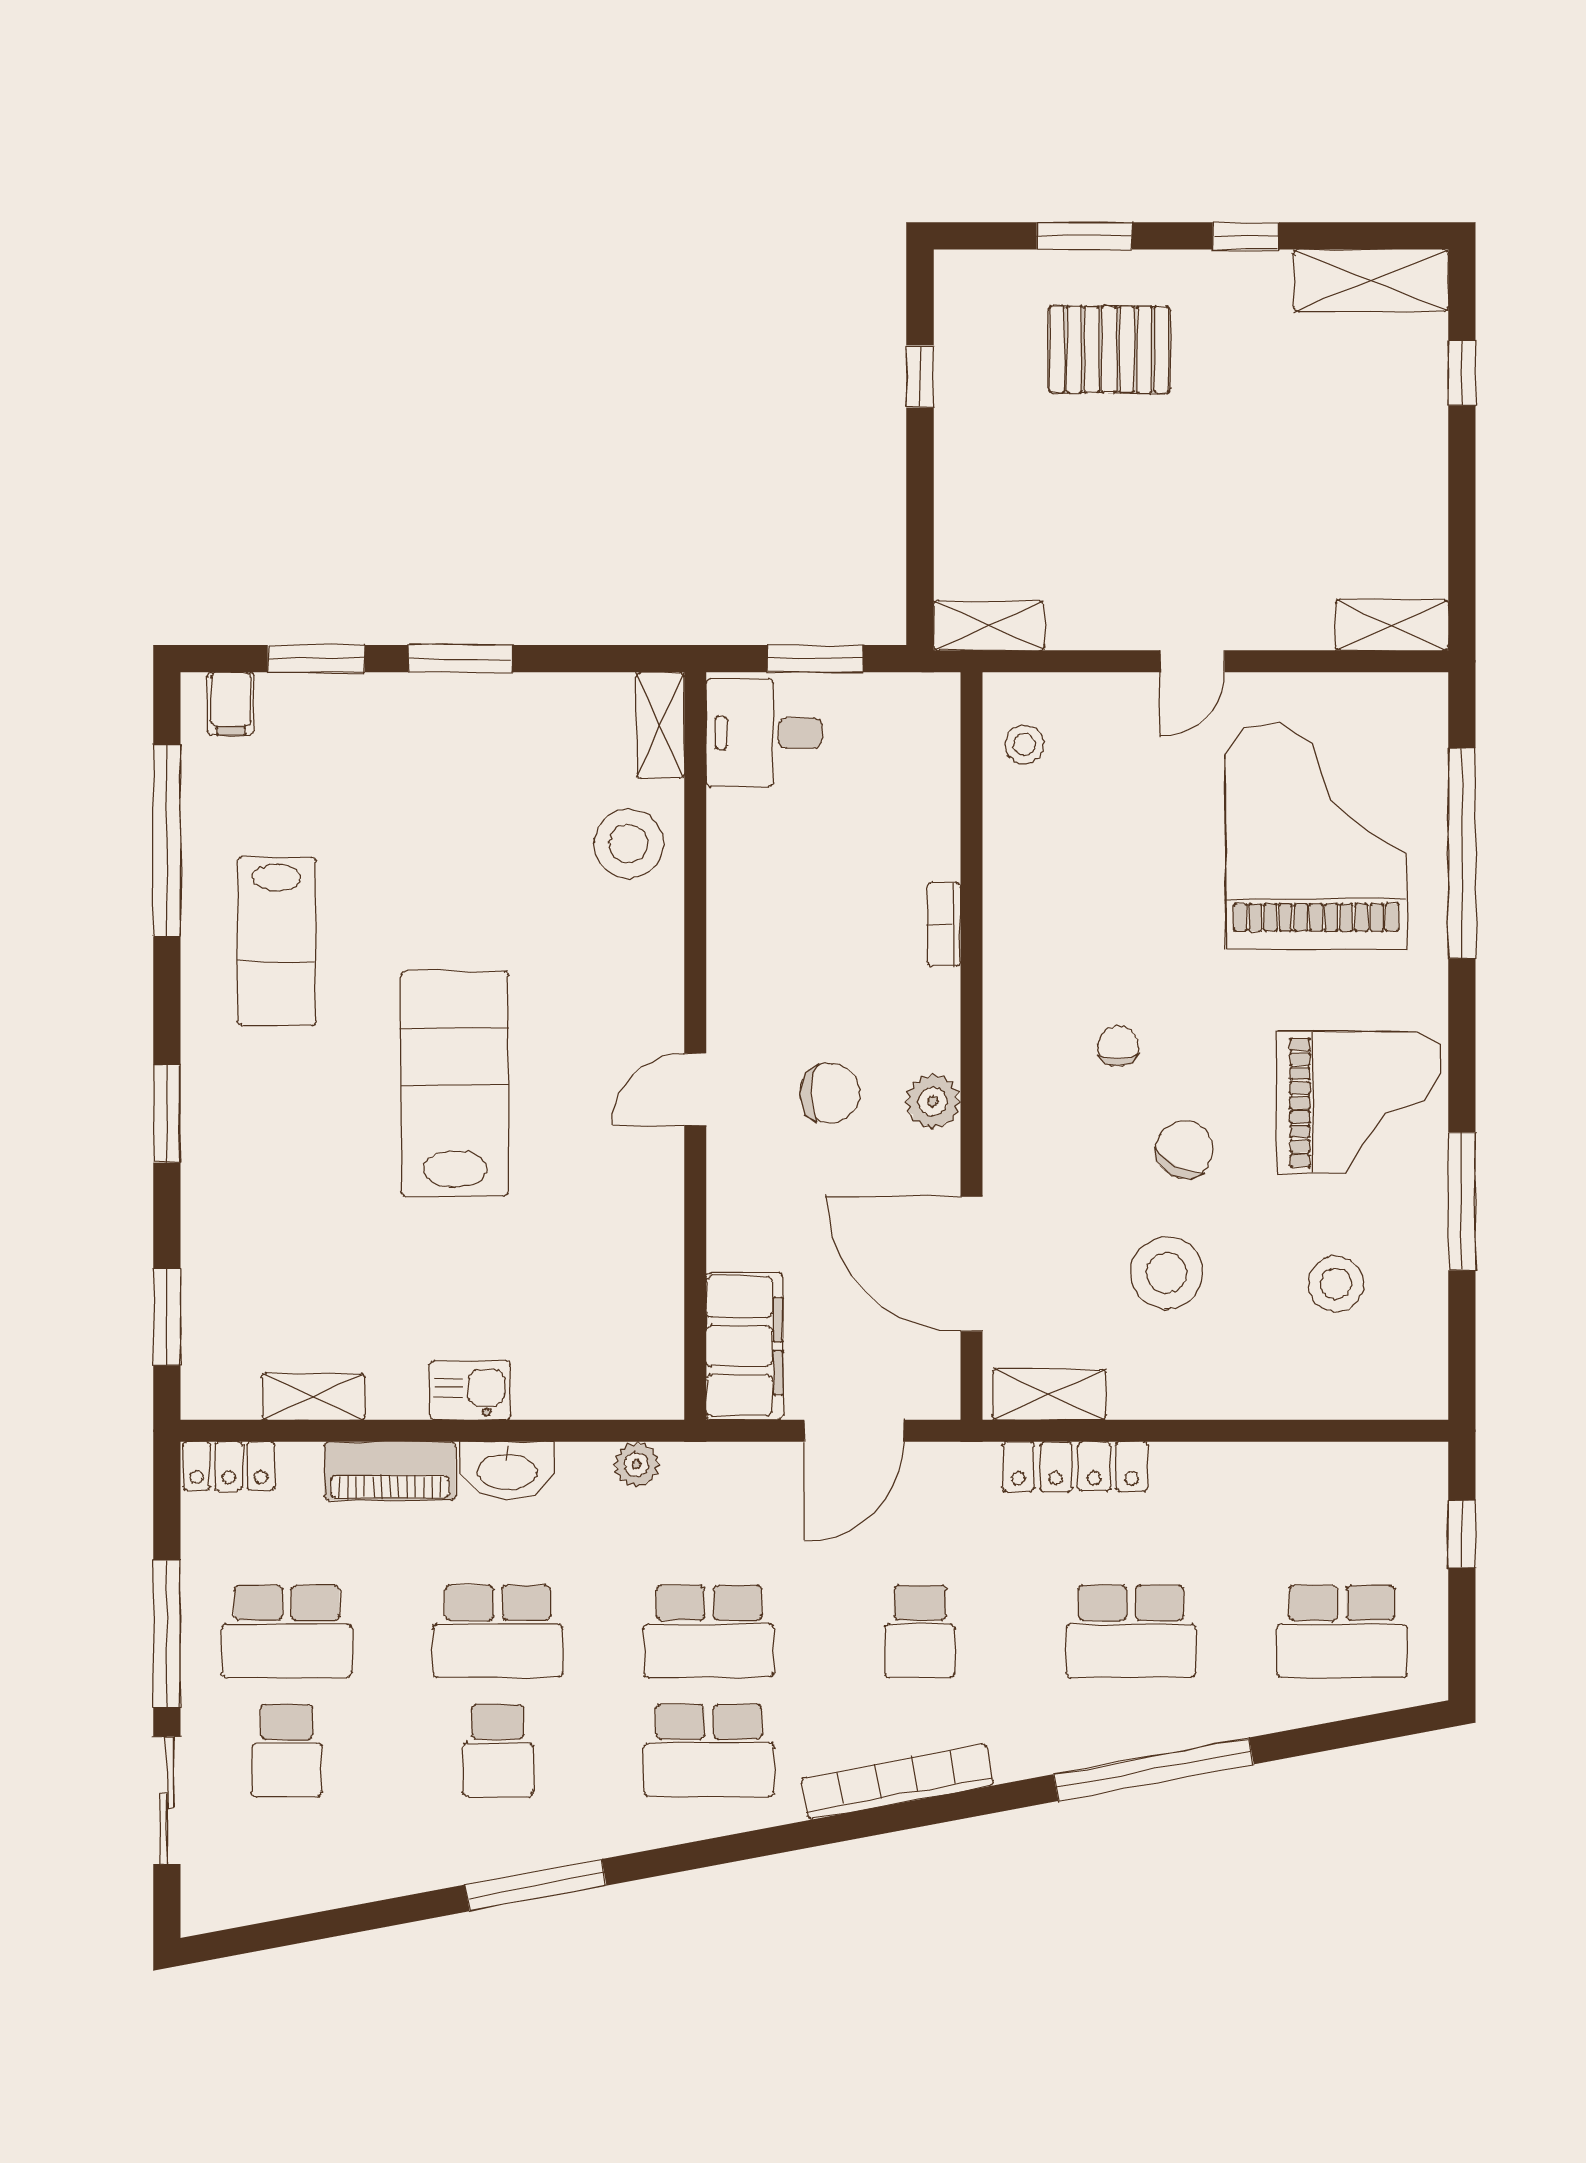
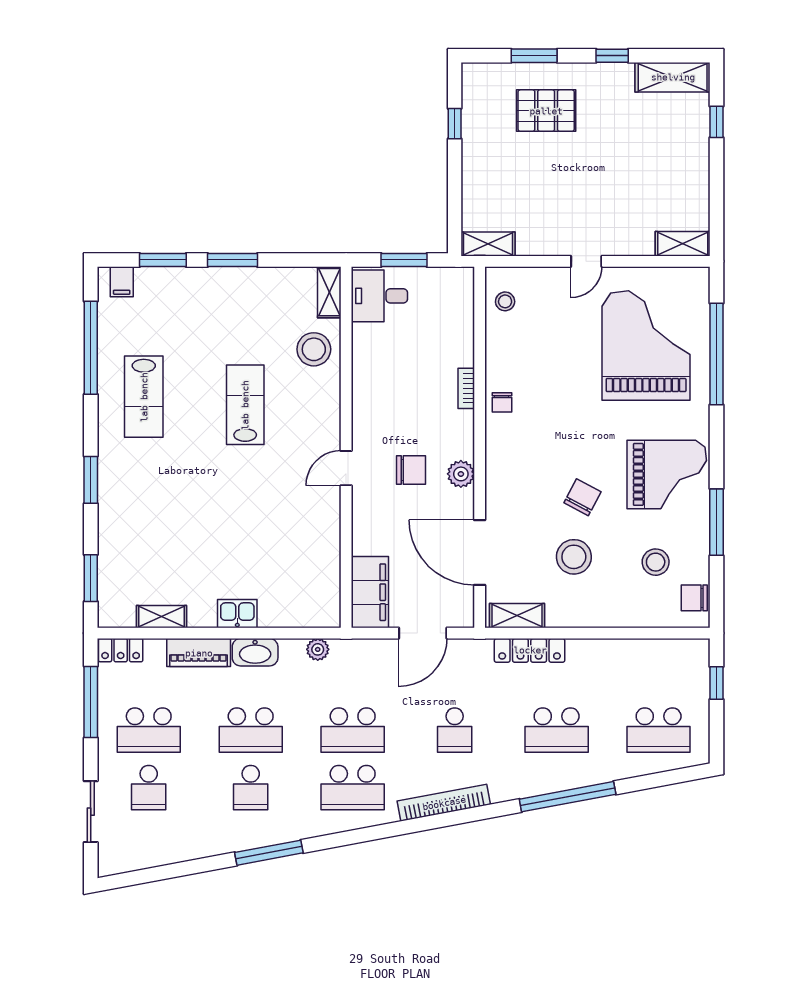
chair: (1118, 1046) -> (502, 402), moved, turned 180
lab bench: (455, 1084) -> (245, 405), moved, width x0.73, depth x0.72
chair: (1416, 1358) -> (694, 598), added
window: (167, 1634) -> (91, 702), moved

